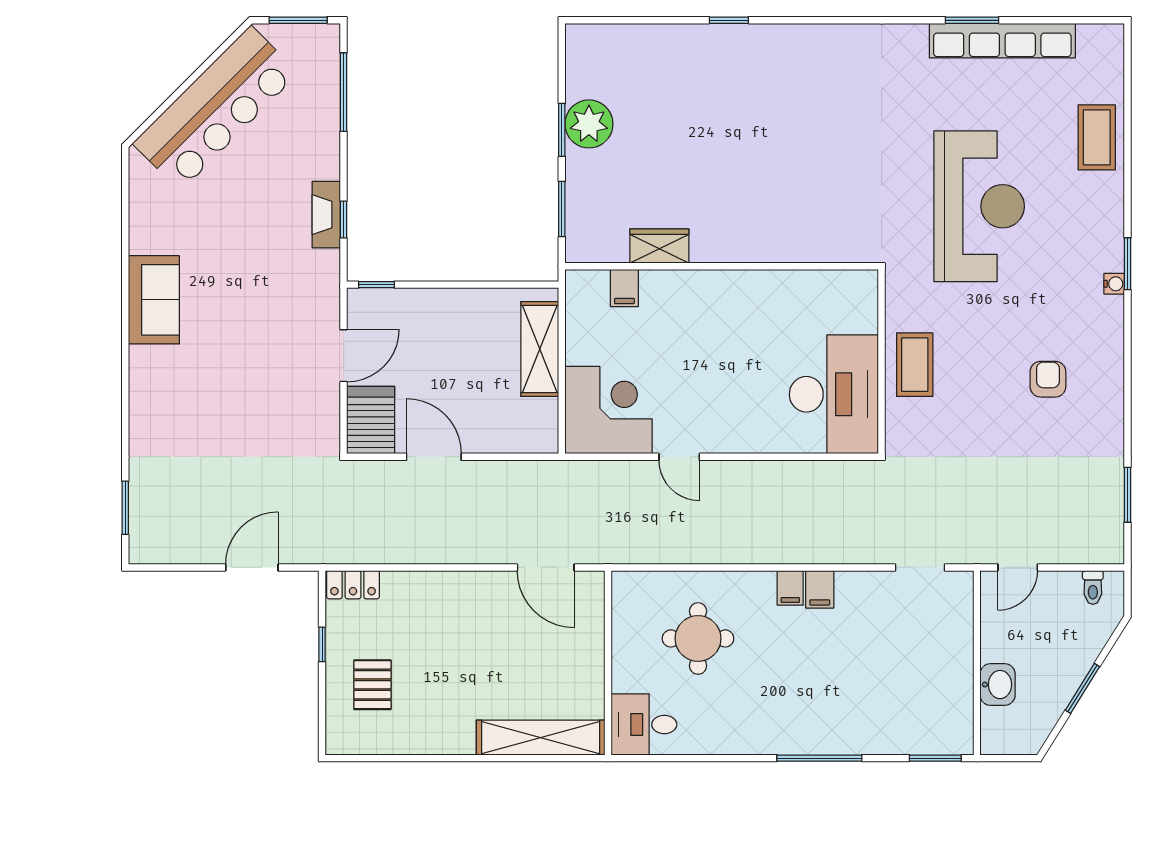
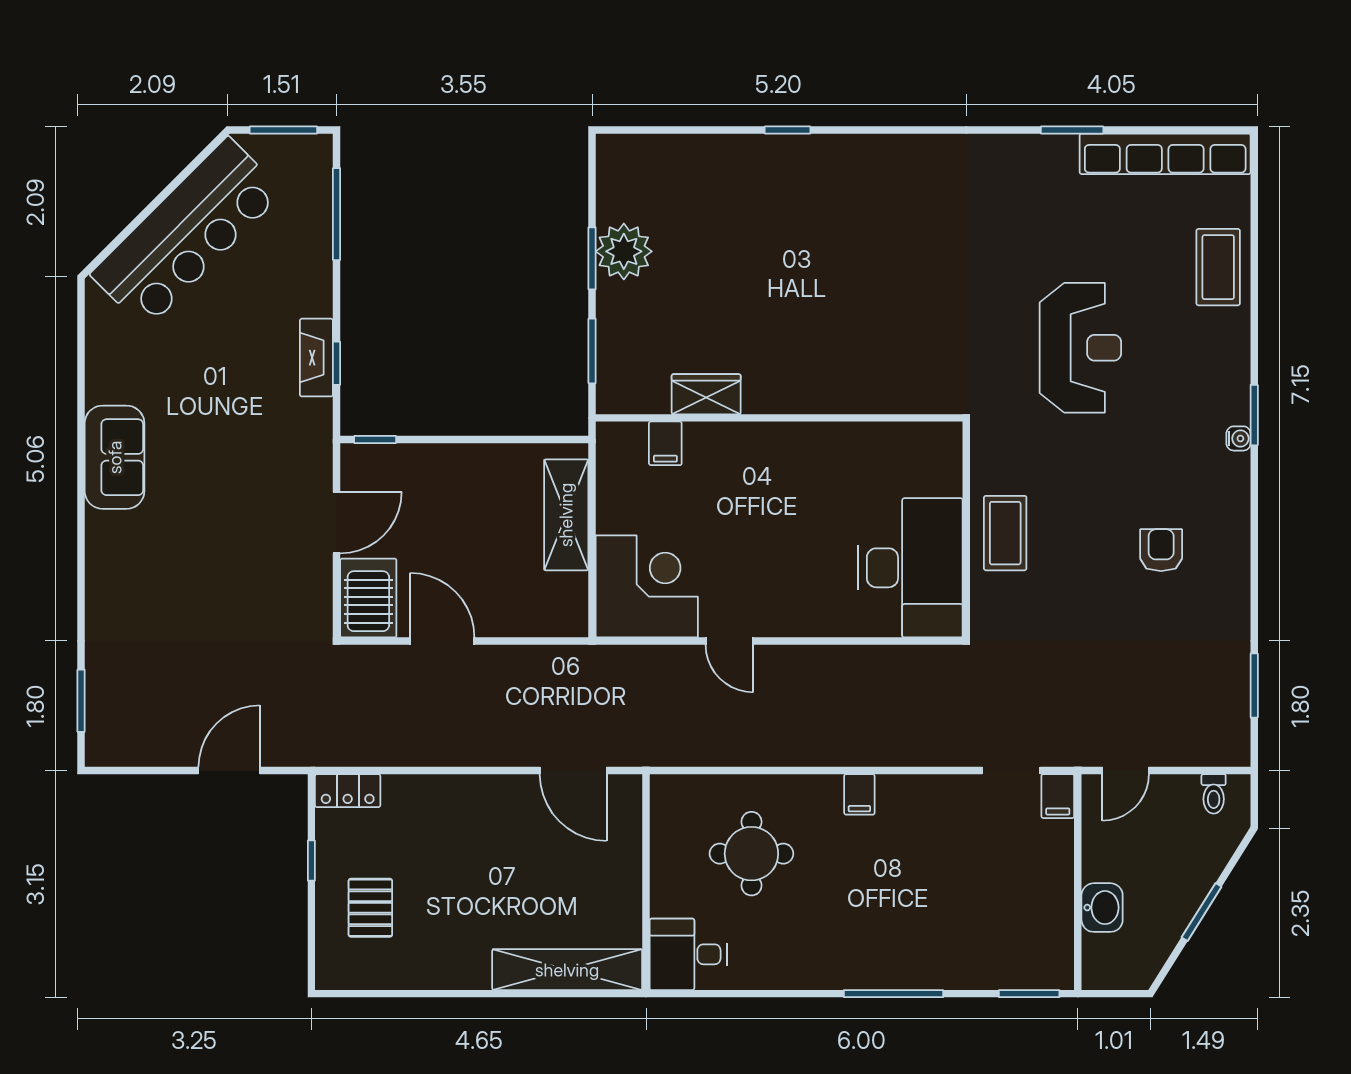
row of seats: (1002, 41) -> (1165, 154), moved
reception desk: (979, 206) -> (1080, 348), width x0.74, depth x0.77
filing cabinet: (820, 589) -> (1058, 796), moved

